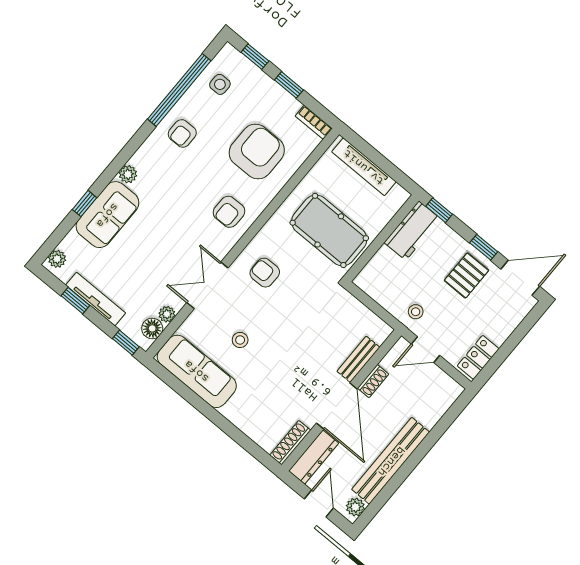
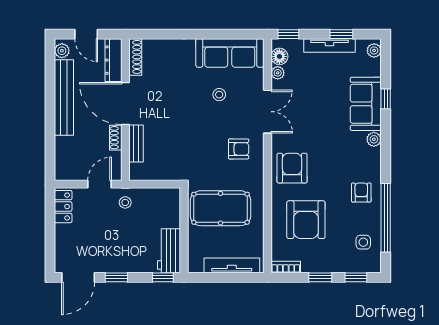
armchair: (229, 212) -> (292, 168), width x1.38, depth x1.38
pallet: (466, 275) -> (112, 251), removed

